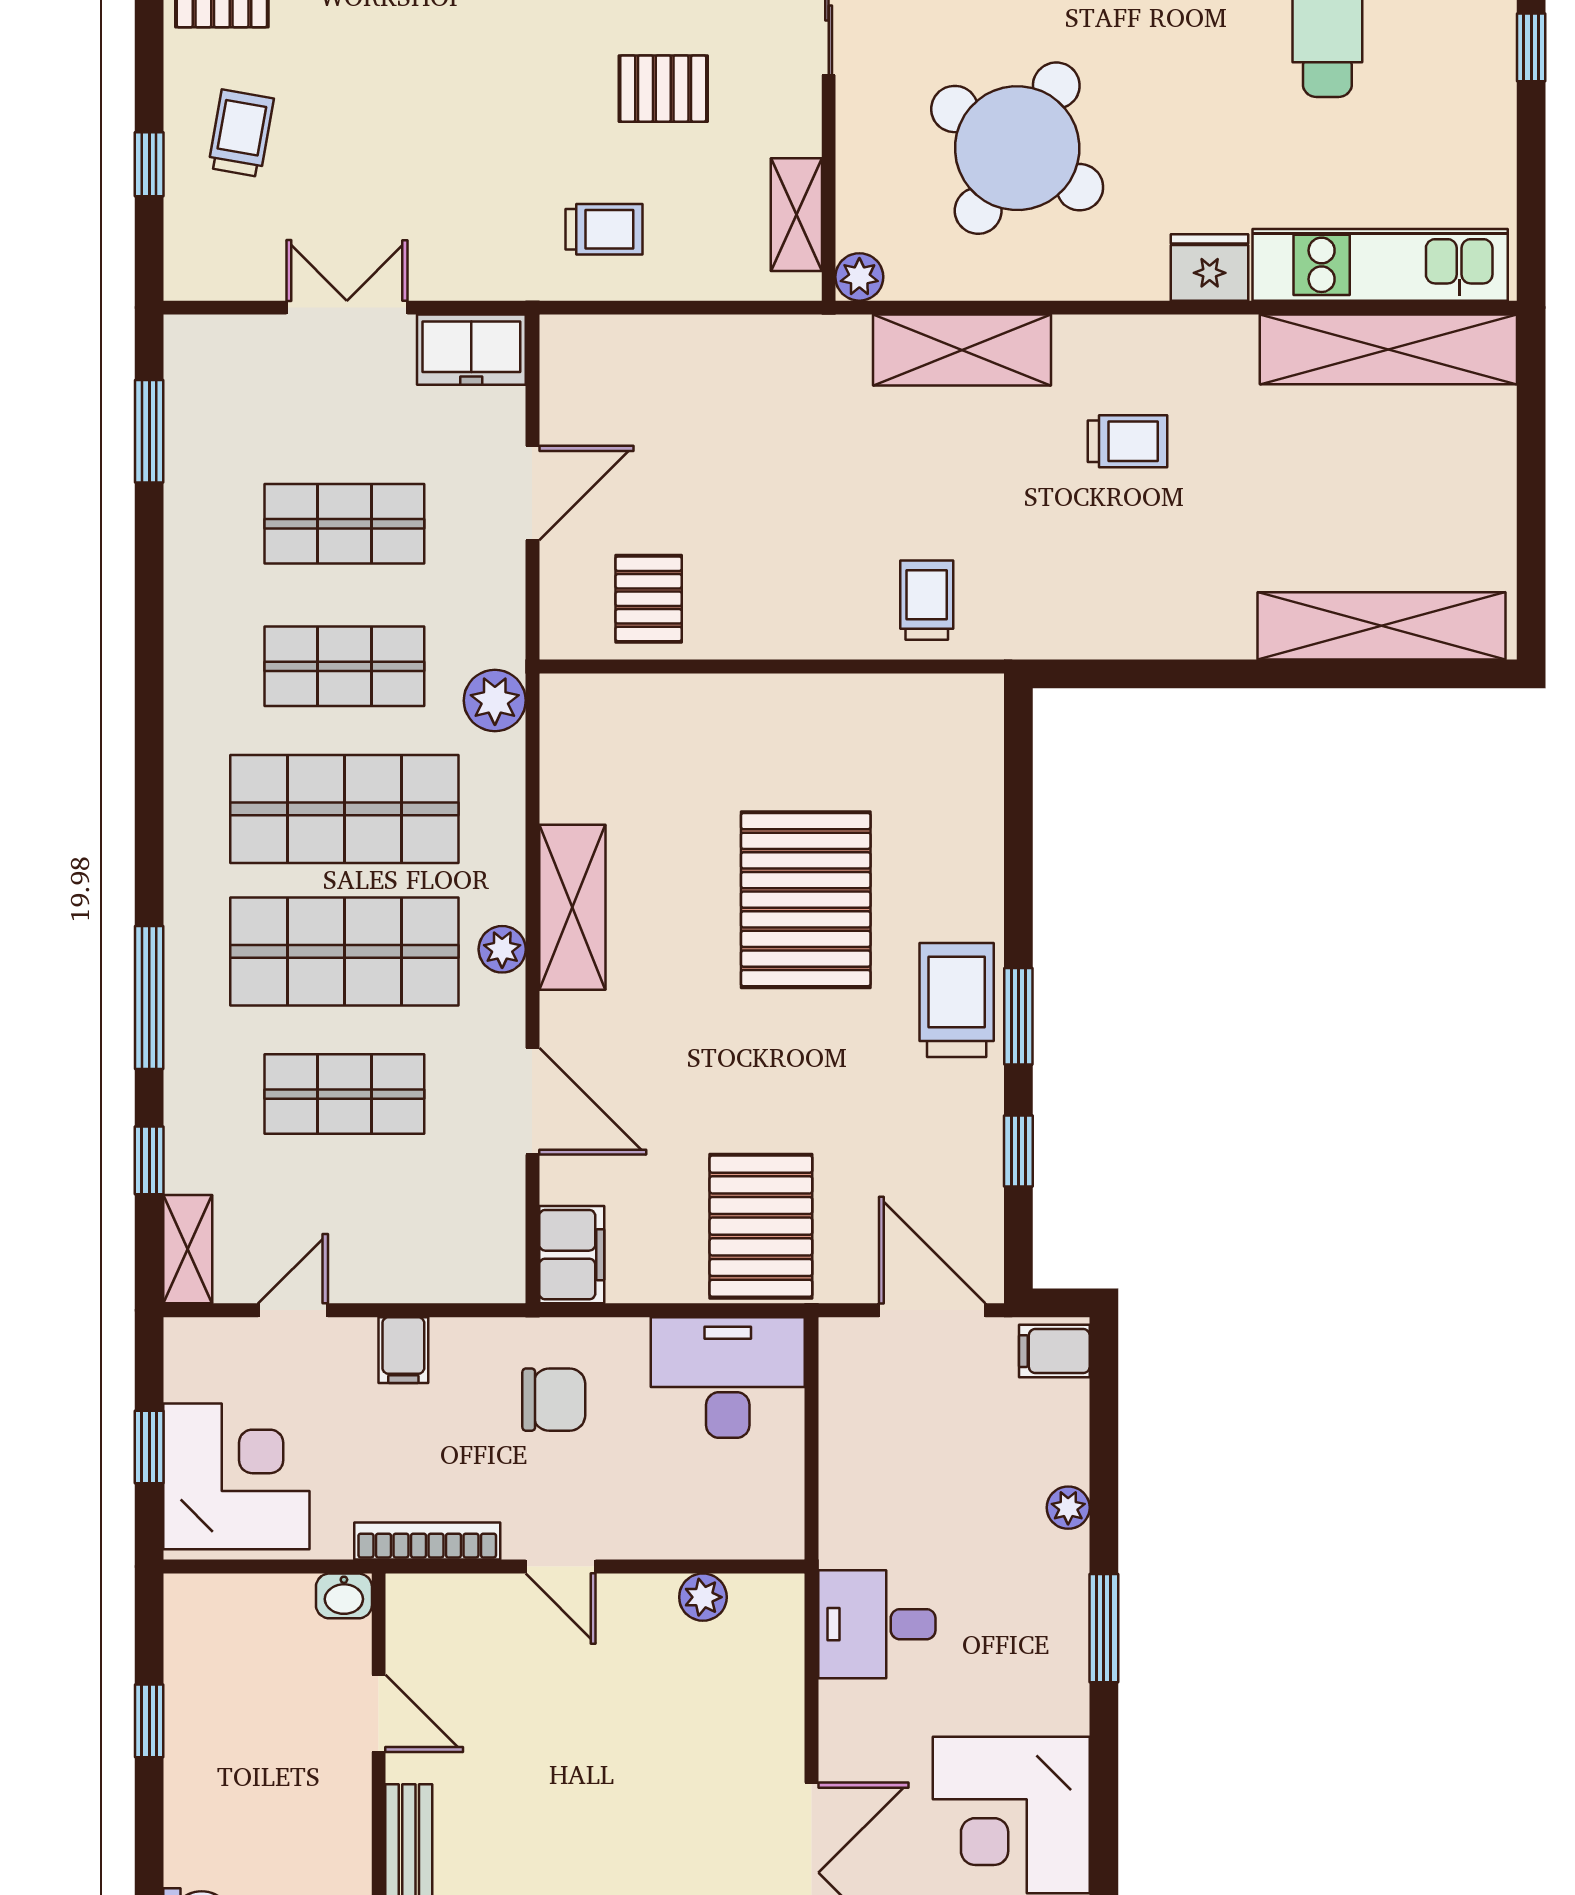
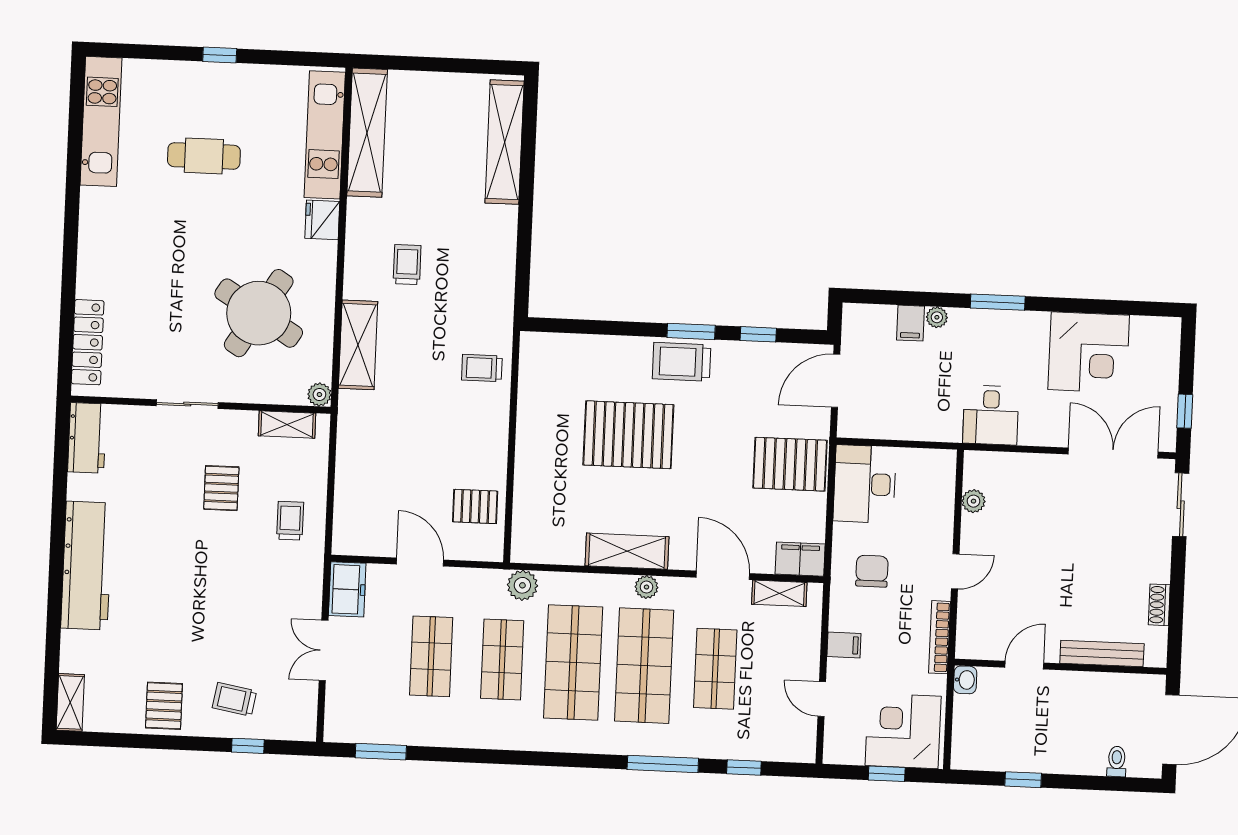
door: (532, 1101) -> (723, 575), hinge flipped
shelving: (188, 1249) -> (779, 593), moved
filing cabinet: (1054, 1351) -> (910, 323), moved

